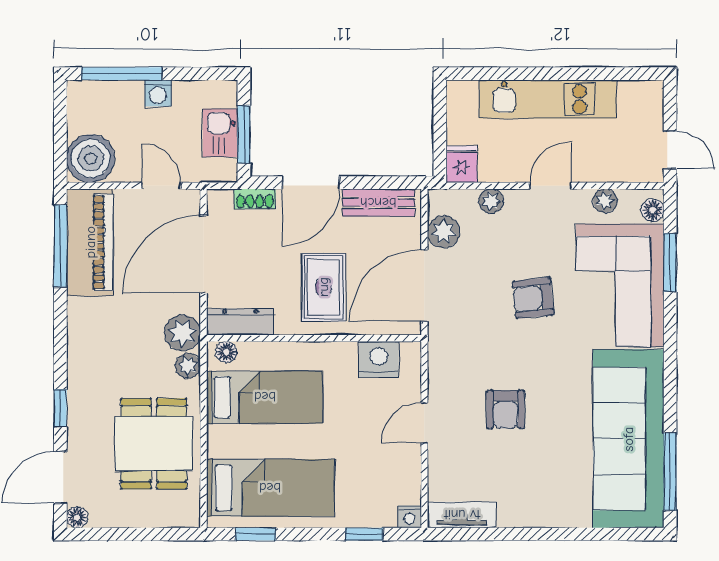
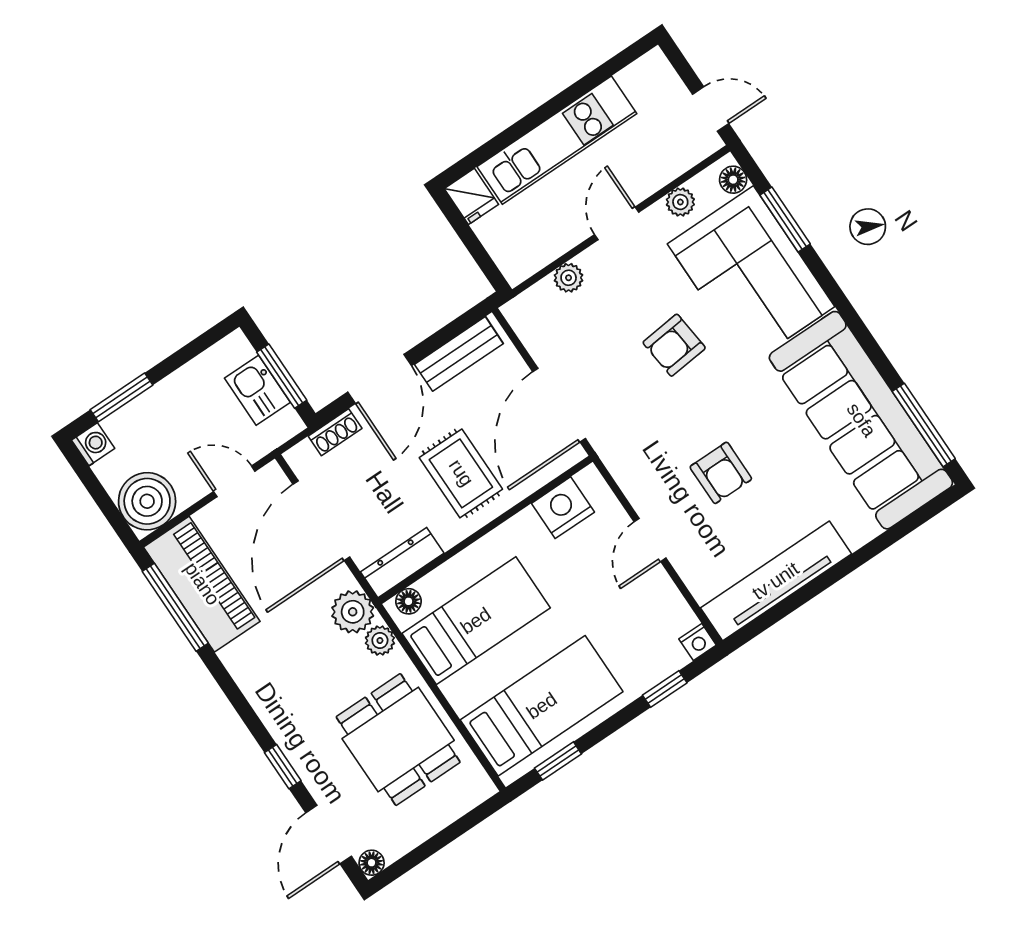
window: (122, 74) -> (121, 397), width x0.69
washing machine: (158, 93) -> (93, 444), moved, turned -90
fridge: (462, 164) -> (471, 196), moved, turned 180
plant: (444, 232) -> (542, 339), removed
tv unit: (462, 515) -> (776, 581), width x1.92, depth x1.29

